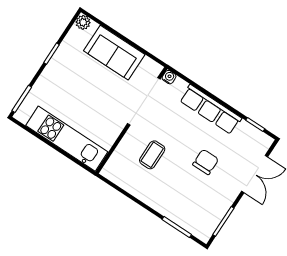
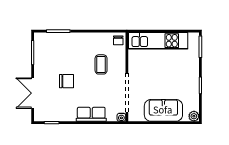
row of seats: (211, 109) -> (91, 114), width x0.68
chair: (206, 162) -> (67, 81), turned -90
chair: (113, 170) -> (118, 40), added

